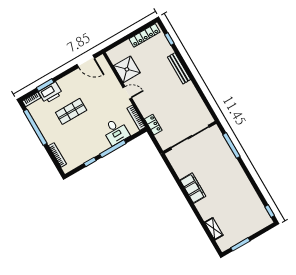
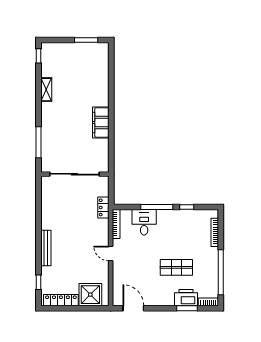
shower: (127, 69) -> (90, 295), moved
shelving: (214, 229) -> (46, 90), moved

